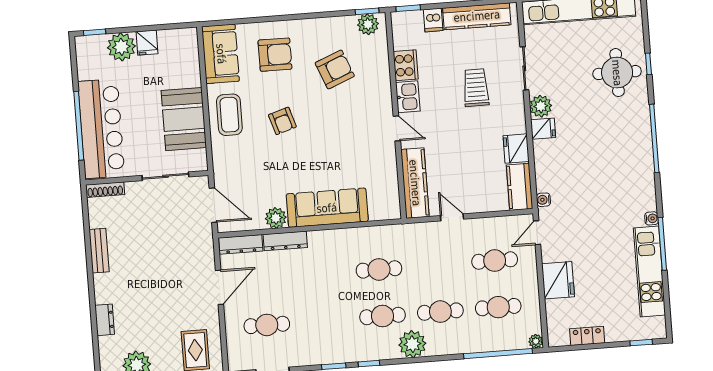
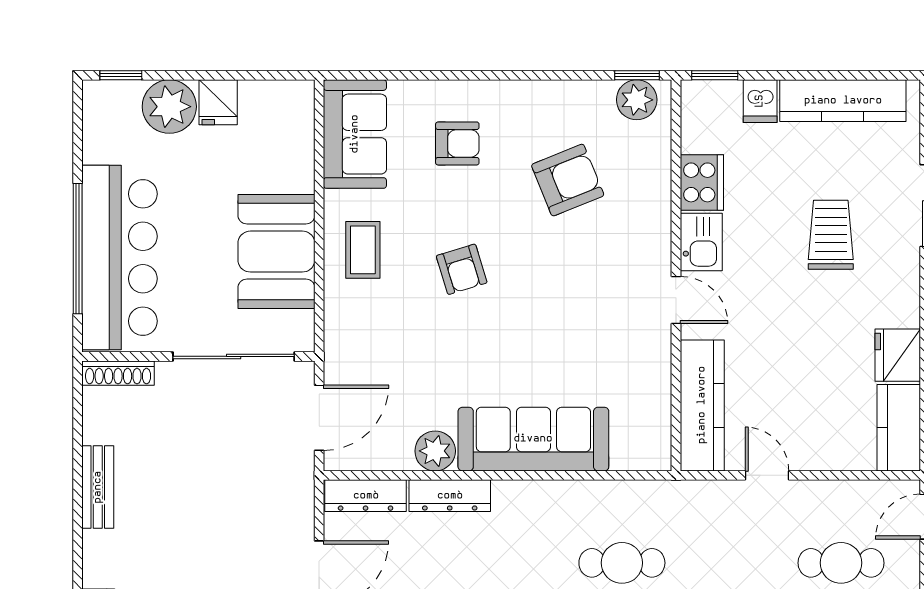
armchair: (275, 55) -> (457, 143), width x0.72, depth x0.72
coffee table: (229, 115) -> (363, 250), width x0.73, depth x0.77
sliding door: (165, 176) -> (234, 356), width x1.37
door: (213, 205) -> (319, 418), hinge flipped

